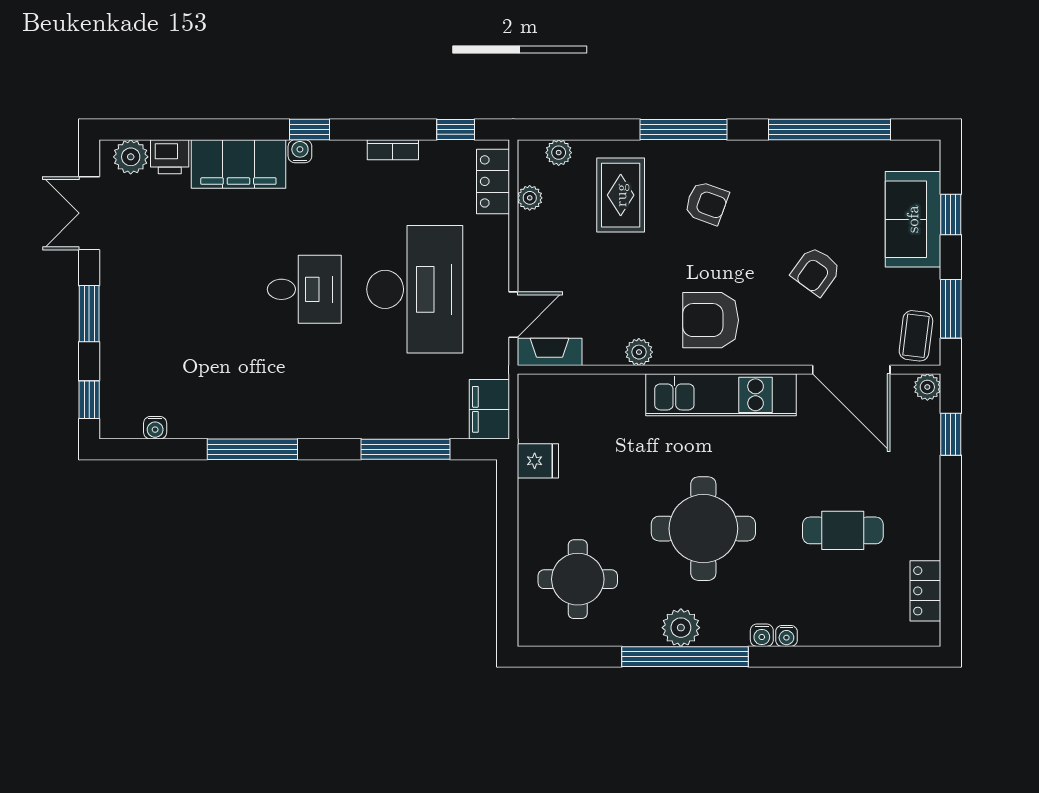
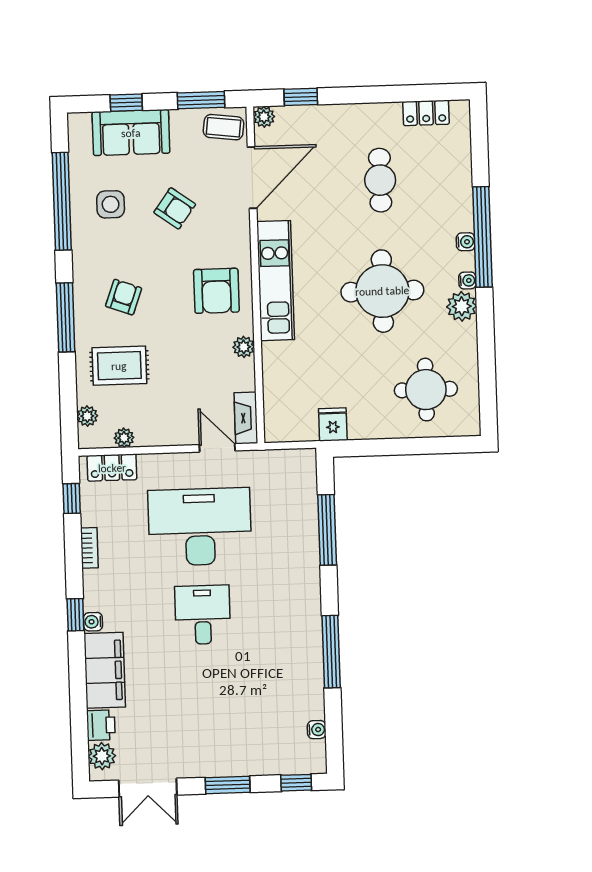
side table: (824, 191) -> (111, 204), added
filing cabinet: (489, 409) -> (293, 464), removed
water cooler: (786, 636) -> (467, 280), moved
window: (685, 657) -> (482, 237), moved

